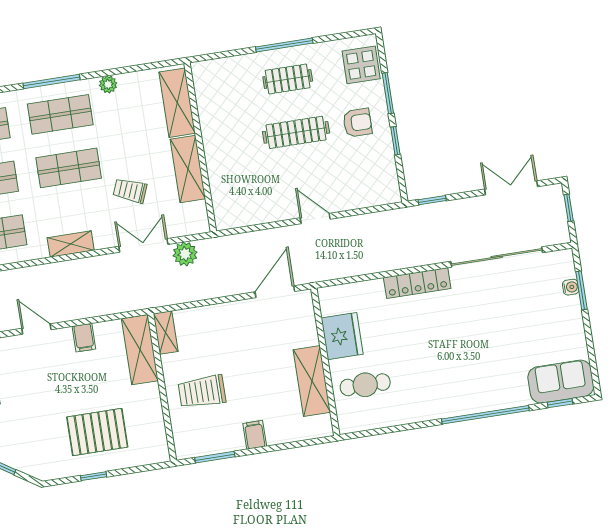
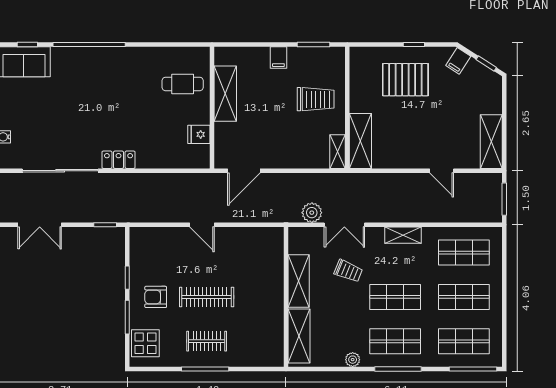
locker: (417, 283) -> (119, 160), width x0.66
fridge: (342, 336) -> (199, 134), width x0.53, depth x0.75
filing cabinet: (84, 338) -> (458, 61), moved, turned -147

